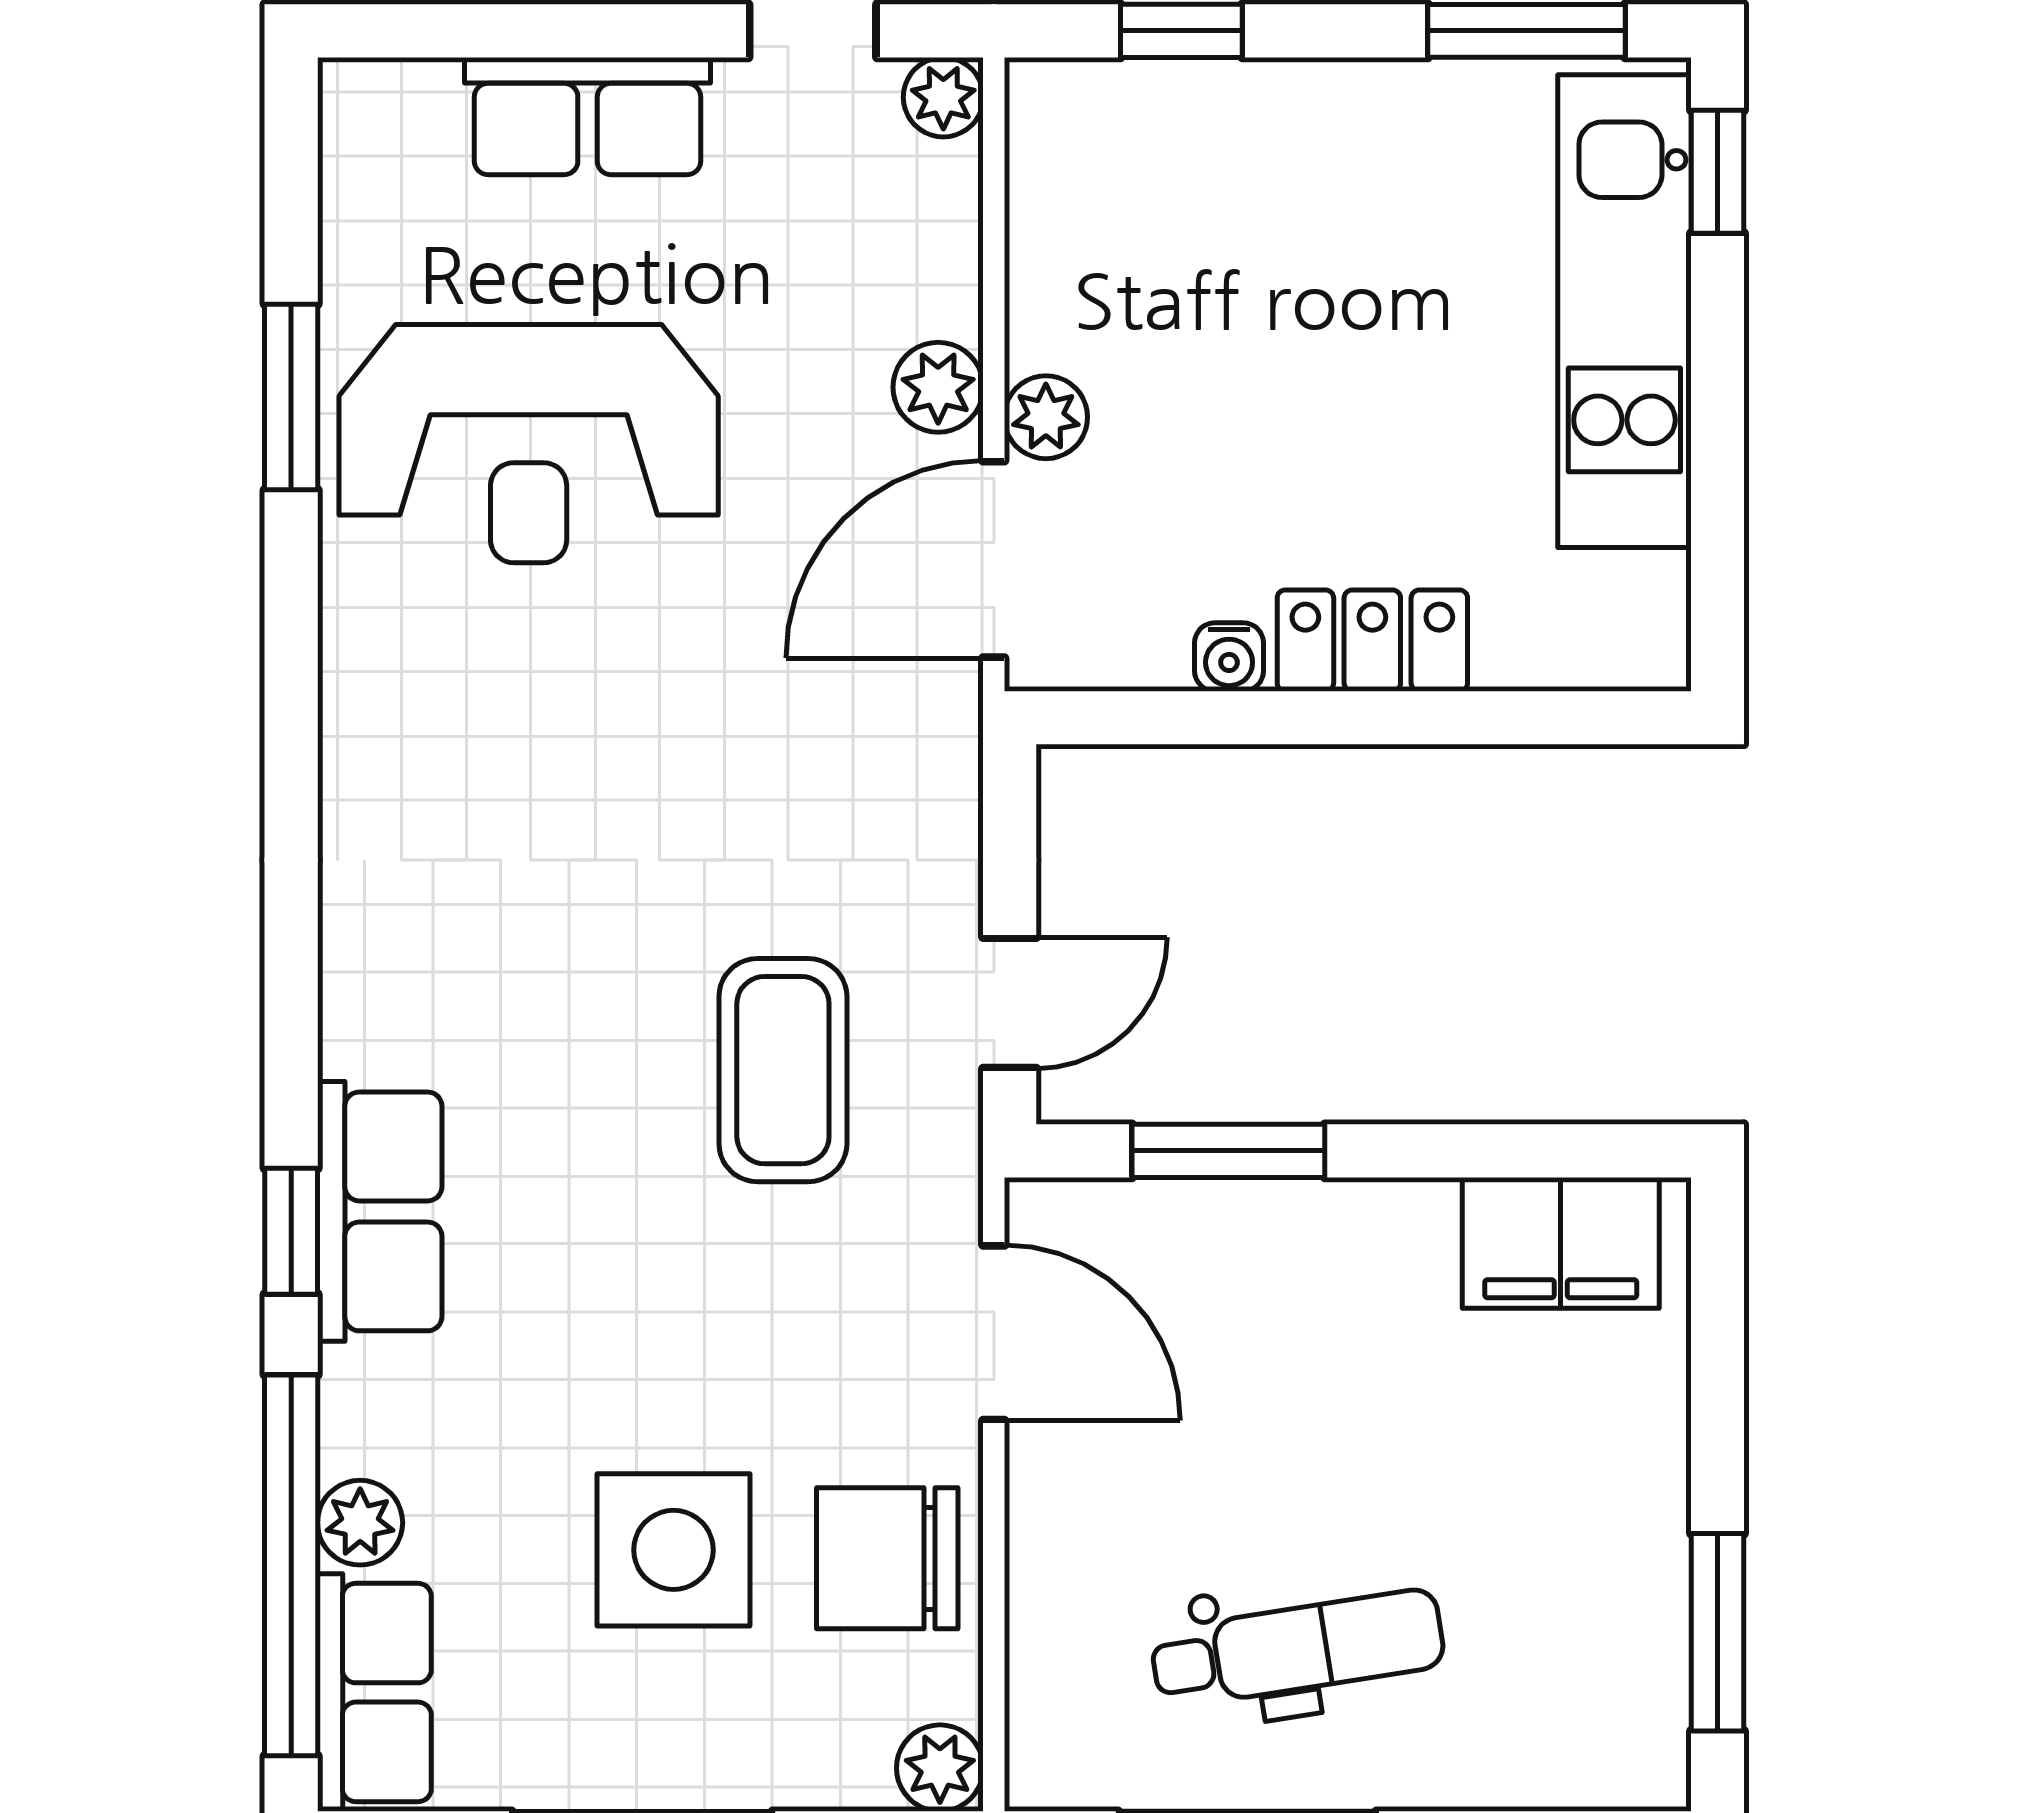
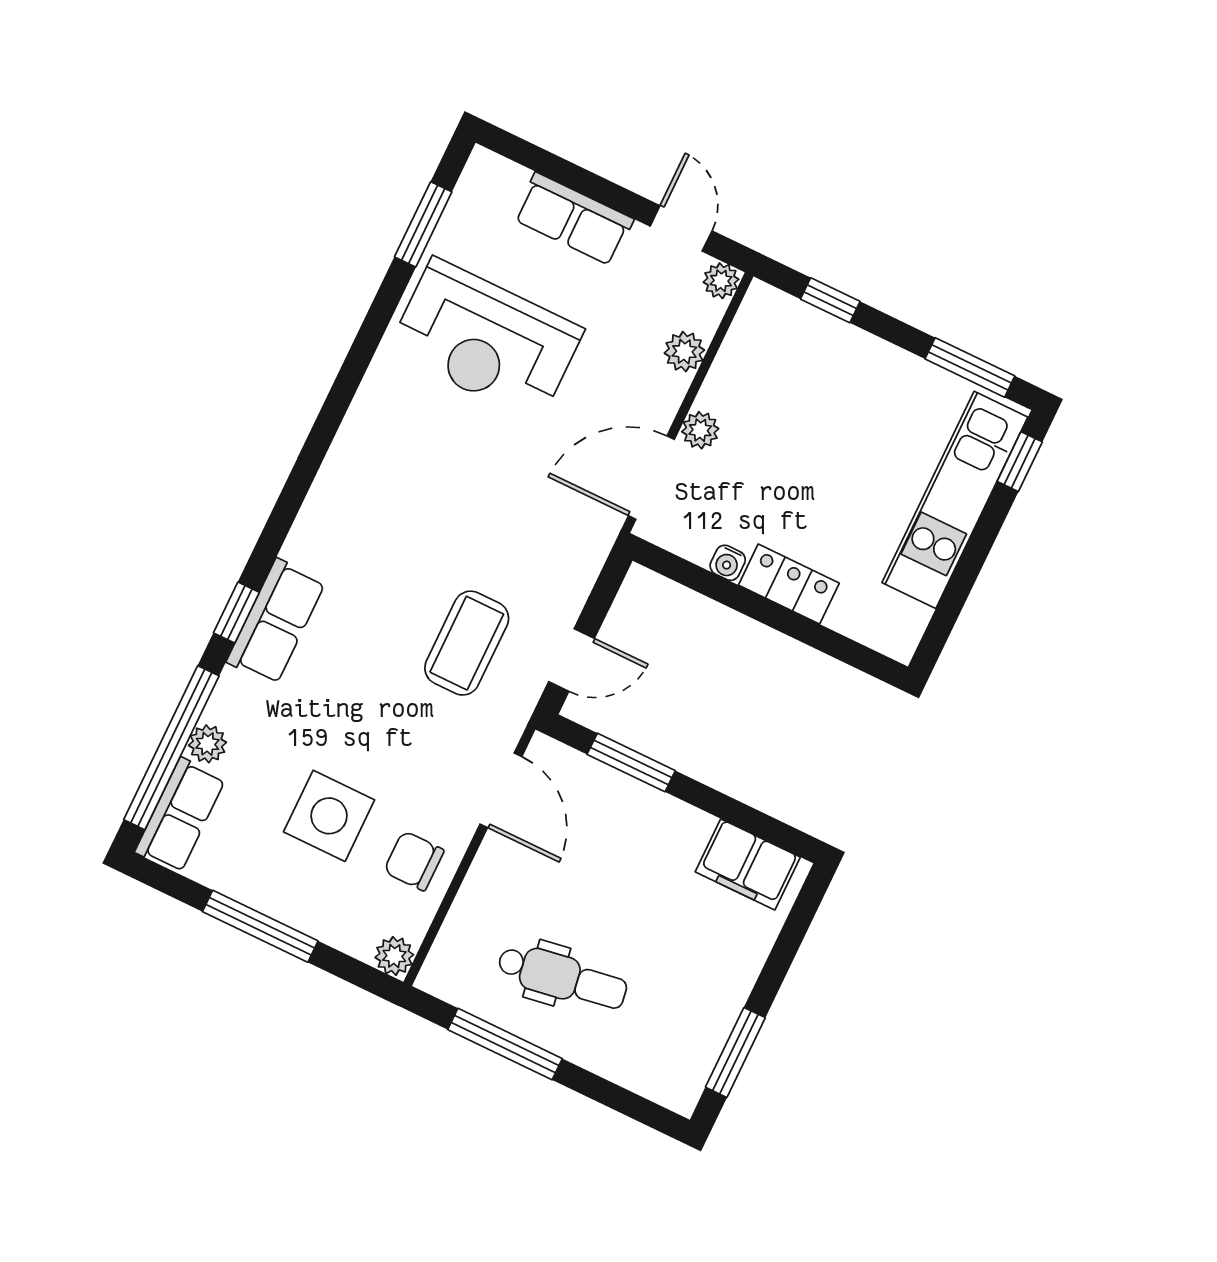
plant: (938, 387) -> (684, 352), moved
window: (291, 397) -> (423, 224), moved
chair: (887, 1558) -> (414, 861), width x0.73, depth x0.73

